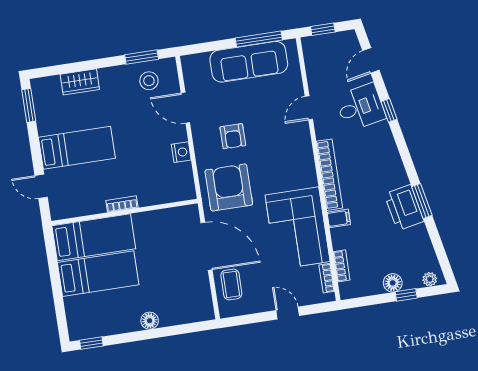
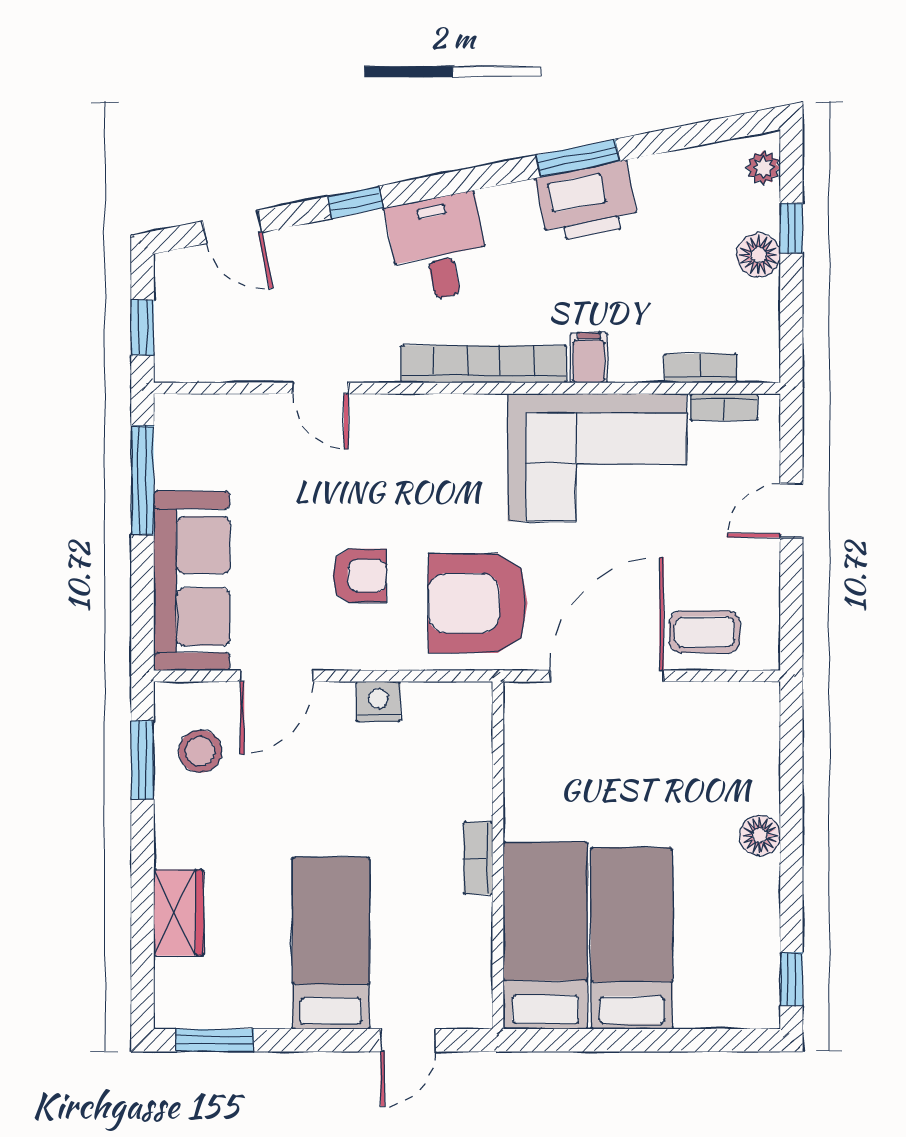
sofa: (249, 62) -> (192, 581), moved
desk: (360, 107) -> (438, 248), moved

